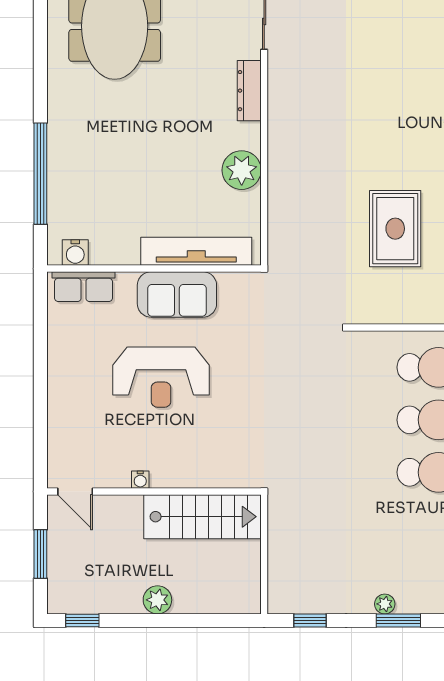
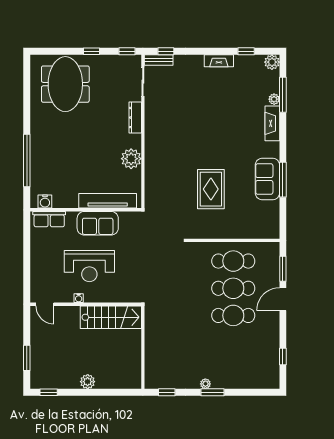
water cooler: (140, 480) -> (79, 298), moved
door: (75, 492) -> (45, 304), moved
wall: (154, 492) -> (86, 304), moved
stairs: (202, 517) -> (111, 317), moved

